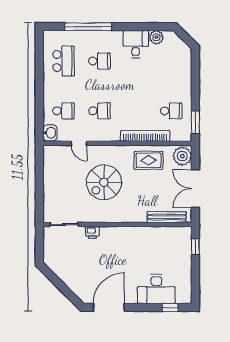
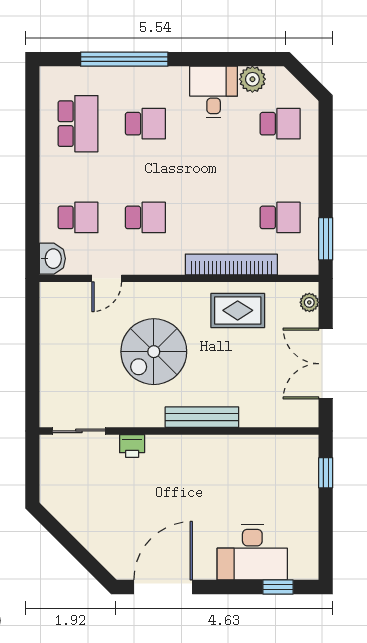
school desk: (171, 61) -> (280, 124), added
door: (79, 143) -> (107, 278), hinge flipped
plant: (182, 156) -> (309, 302), width x0.53, depth x0.53
bench: (167, 217) -> (202, 417), moved

